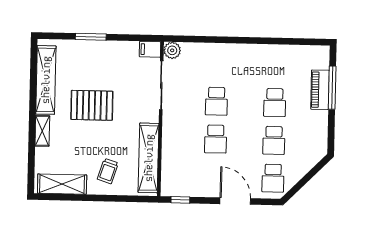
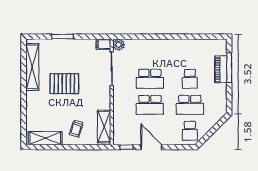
school desk: (216, 101) -> (150, 79), width x1.85
shelving: (42, 131) -> (31, 102), removed
school desk: (216, 139) -> (150, 105), width x1.85
school desk: (274, 140) -> (190, 105), width x1.85
shelving: (149, 158) -> (104, 126), width x0.68
door: (235, 201) -> (151, 147), moved

